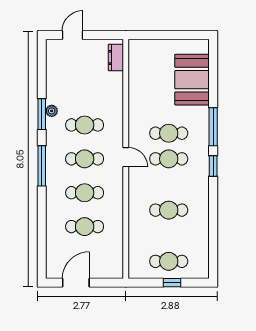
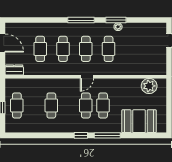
dresser: (116, 57) -> (14, 70), moved
plant: (140, 65) -> (149, 86), added

